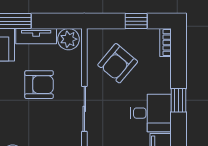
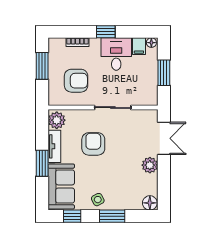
window: (136, 21) -> (42, 66), width x1.50
bookcase: (165, 43) -> (77, 42), moved
armchair: (118, 63) -> (76, 81), turned -40

